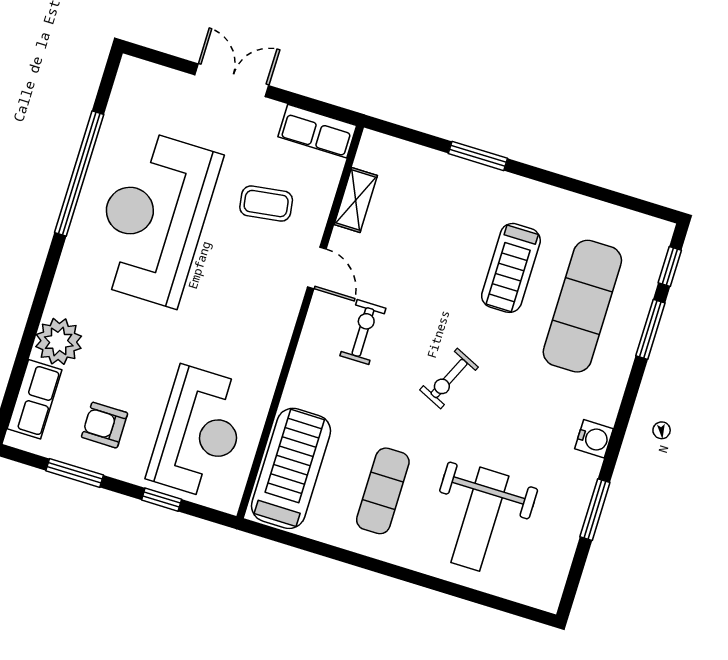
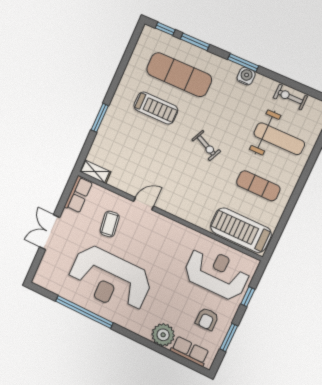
shelving: (356, 200) -> (95, 172), moved
exercise bike: (363, 332) -> (290, 97), moved
window: (595, 510) -> (243, 63), moved

